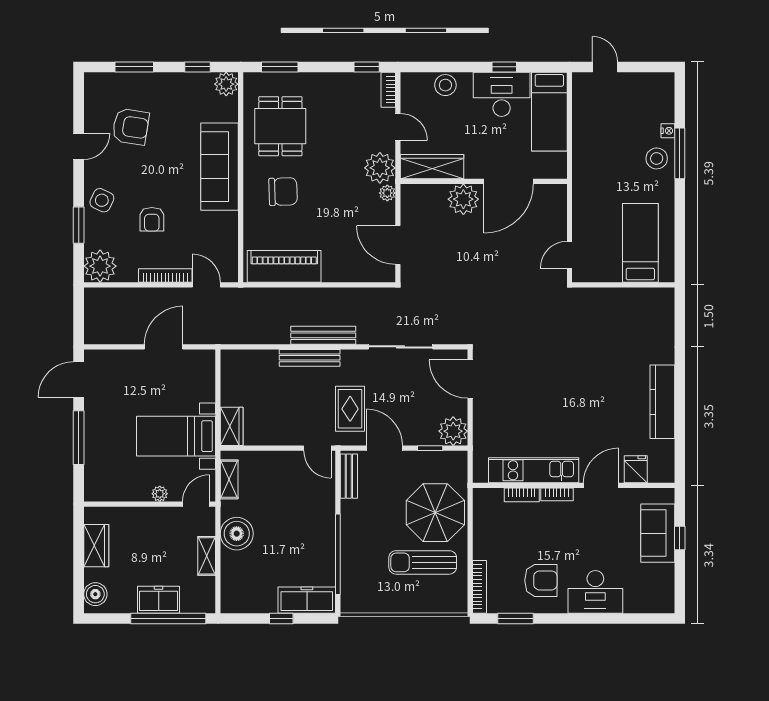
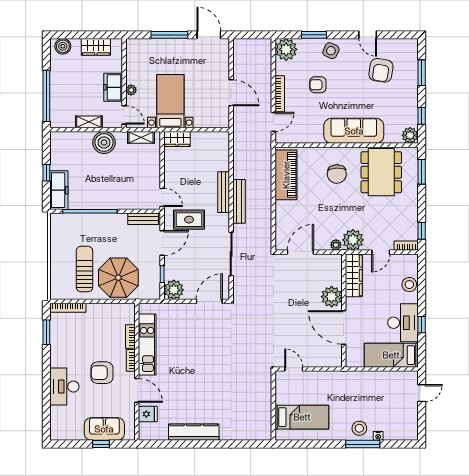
dining table: (280, 126) -> (381, 172), width x1.38
door: (317, 448) -> (162, 197), swing flipped
armchair: (541, 580) -> (102, 373), moved, turned 90
freezer: (159, 600) -> (113, 87), moved, turned 180

